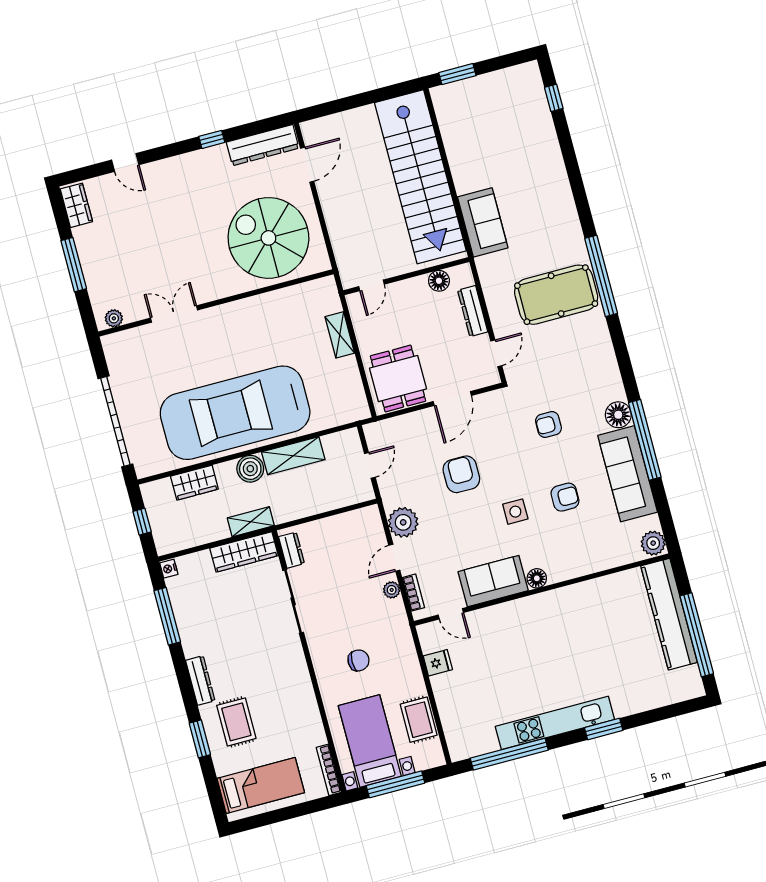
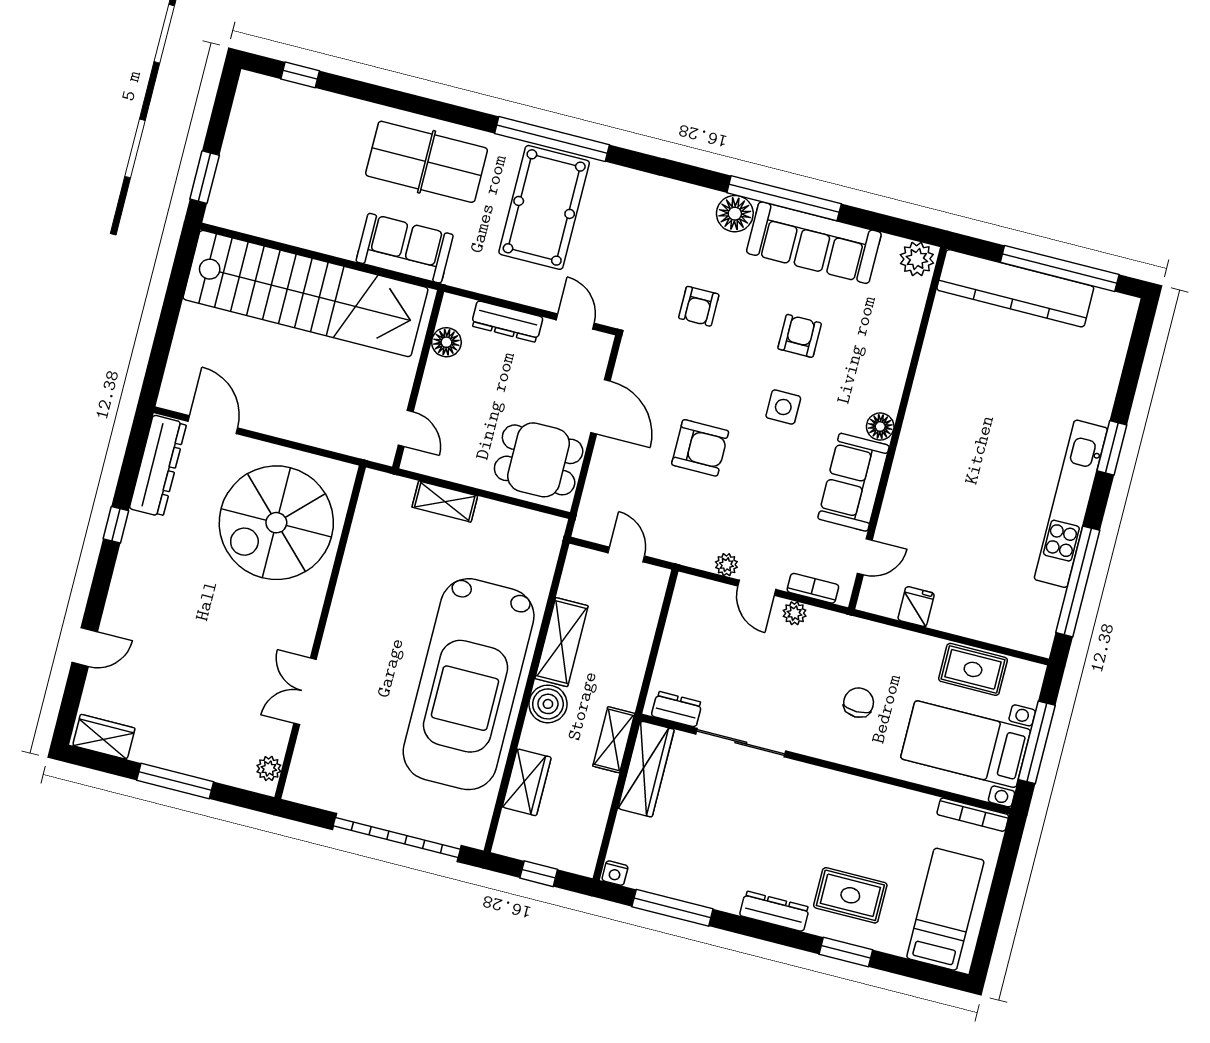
table tennis table: (544, 206) -> (427, 162), added
armchair: (461, 474) -> (700, 448), turned 180
plant: (403, 522) -> (726, 565), width x0.53, depth x0.53

